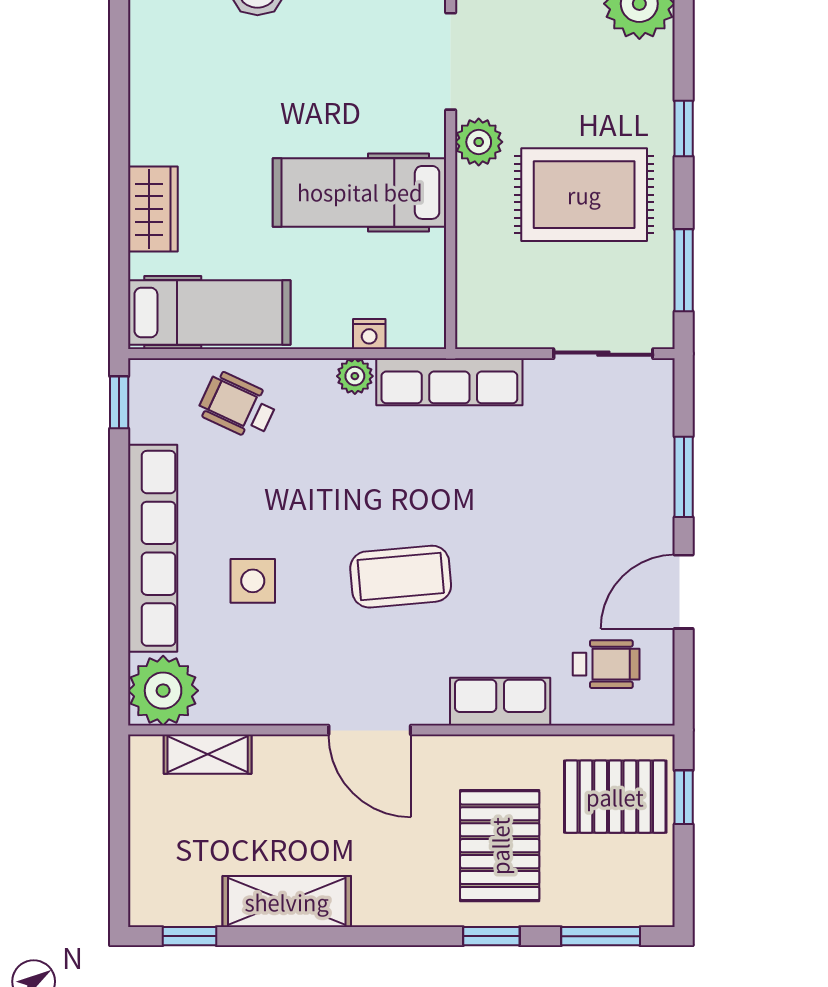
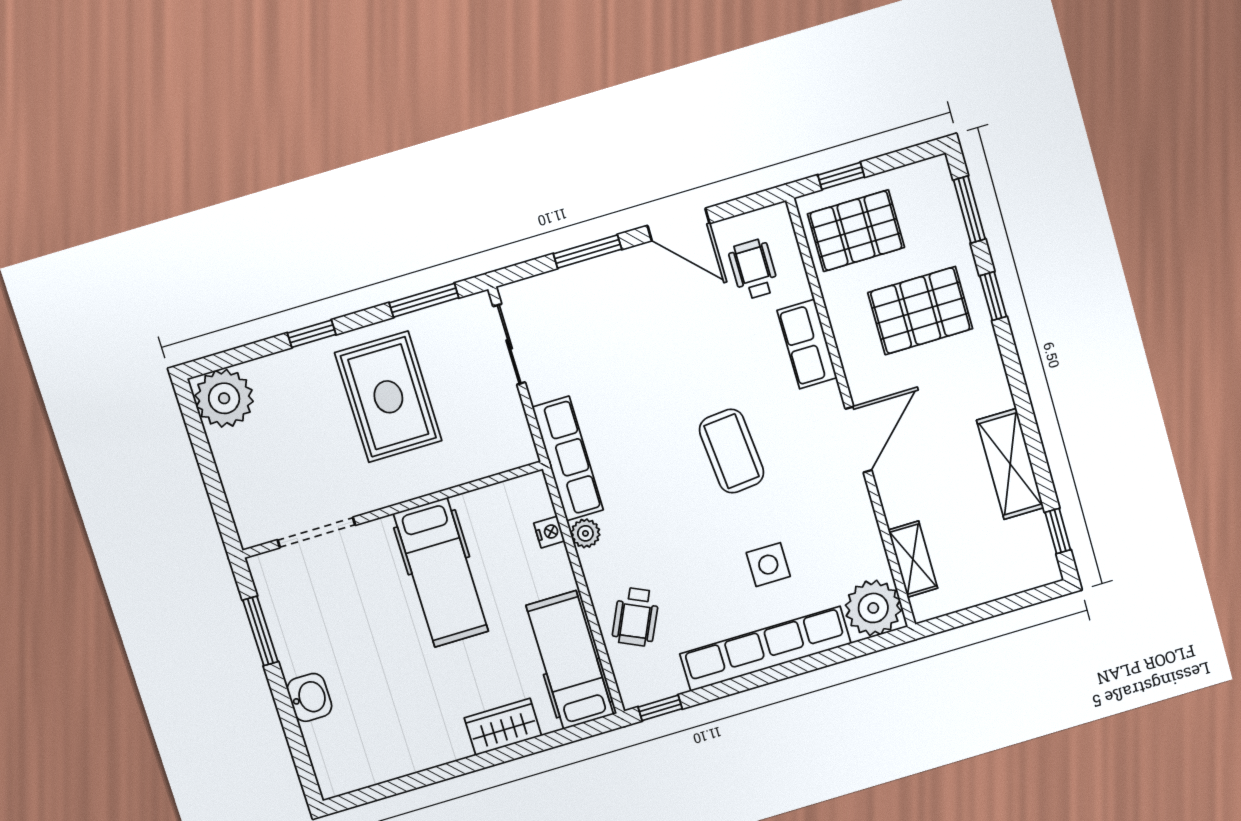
plant: (479, 142) -> (373, 492), removed
pallet: (615, 797) -> (856, 231), turned 90

